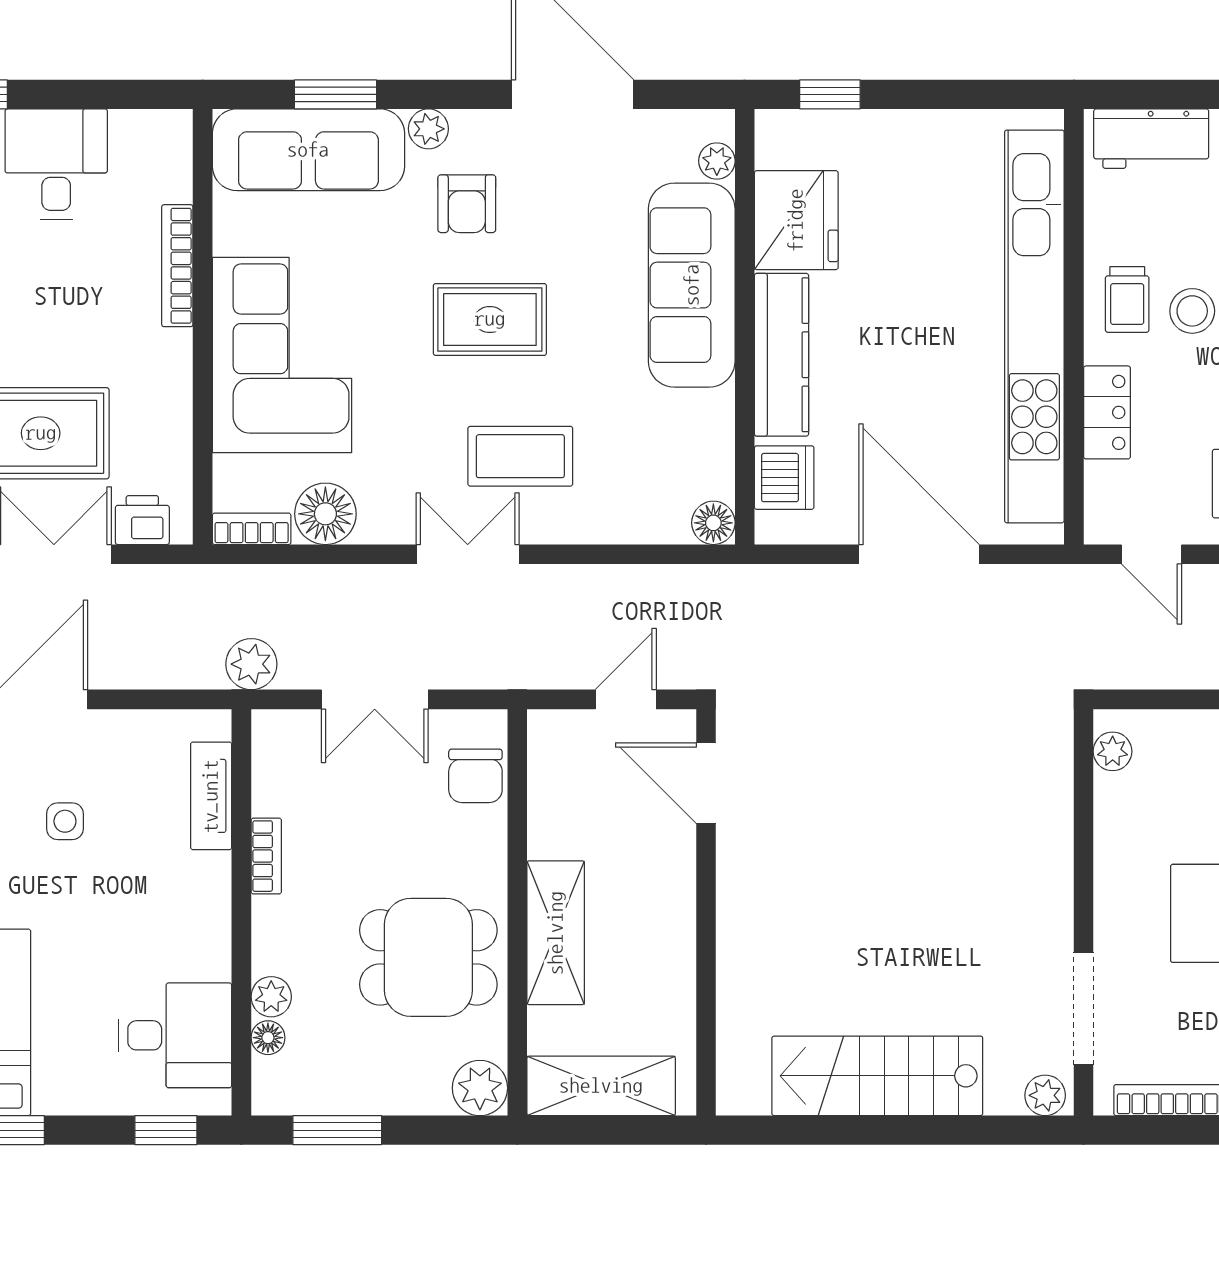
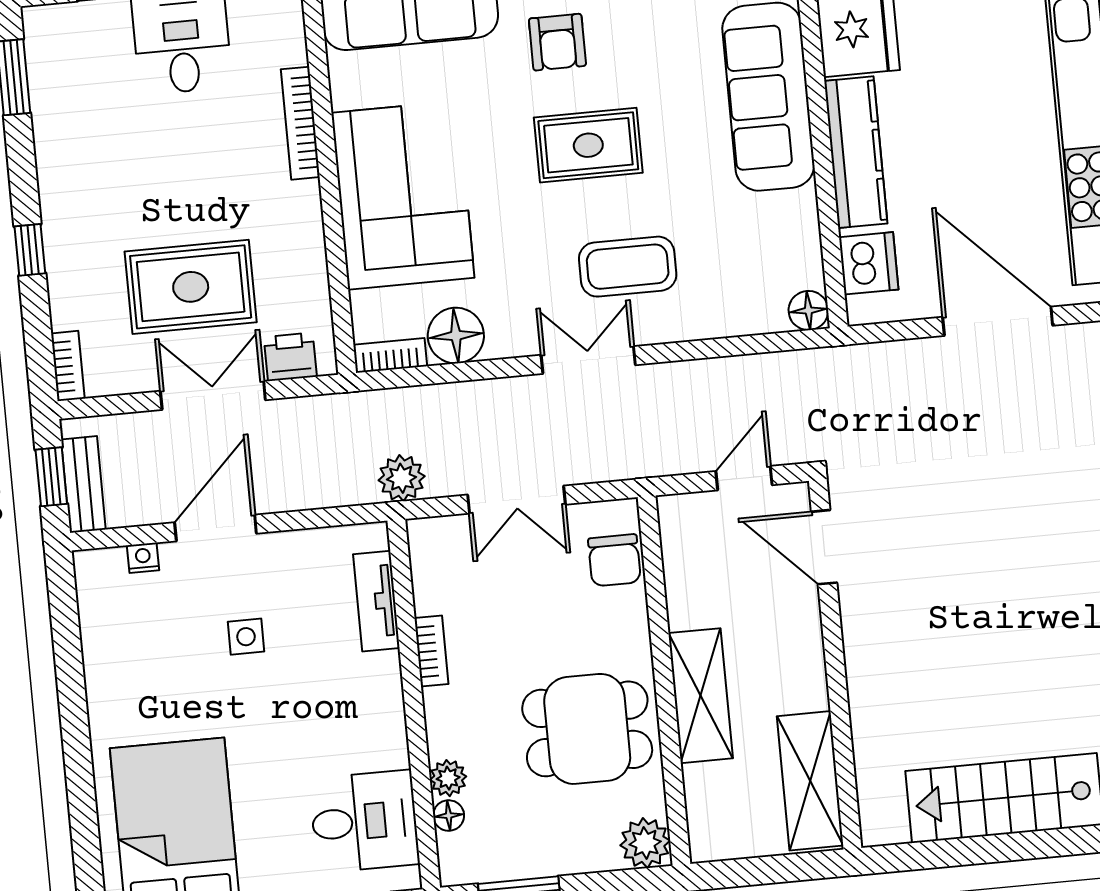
shelving: (601, 1086) -> (810, 781), moved, turned 90

